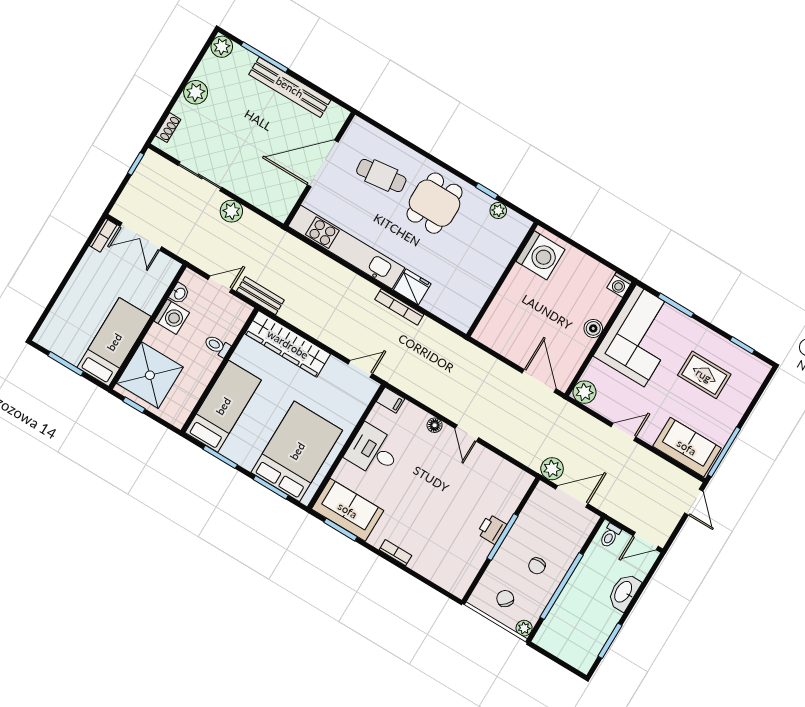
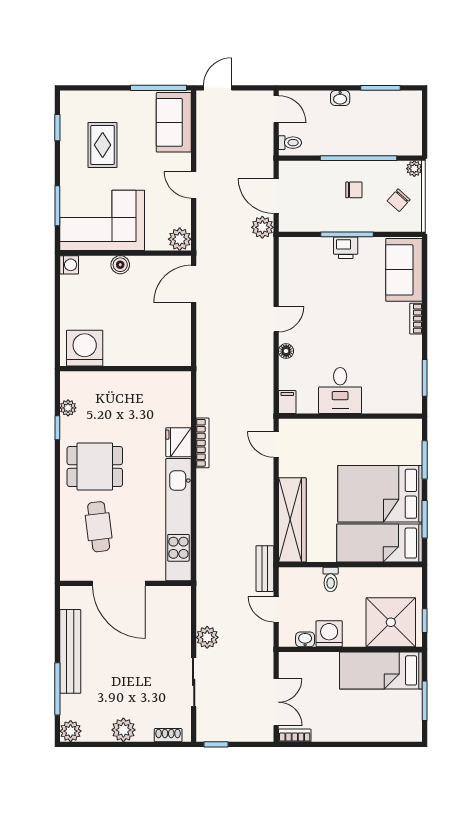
bed: (297, 451) -> (380, 494), moved
sofa: (348, 510) -> (404, 270), moved
washbasin: (624, 592) -> (340, 98), width x0.52, depth x0.69

